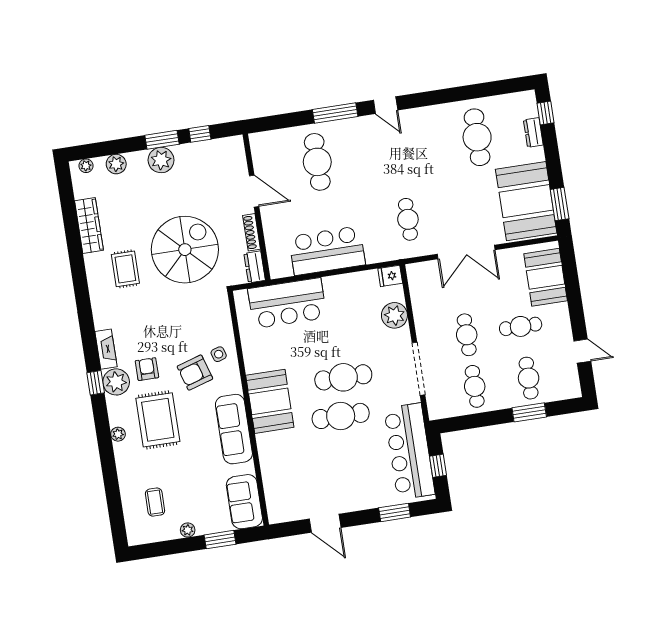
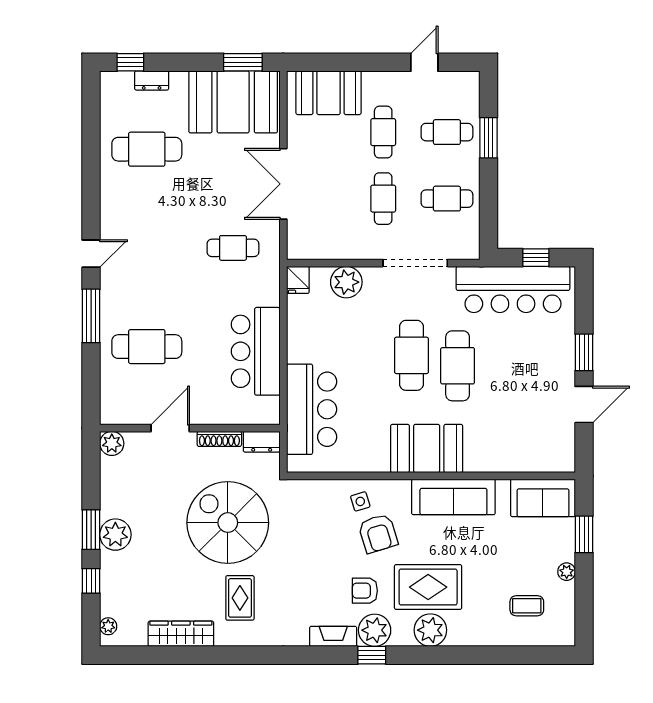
window: (200, 134) -> (91, 581), moved
plant: (116, 164) -> (112, 443), moved
double door: (466, 252) -> (283, 184), swing flipped
rug: (125, 269) -> (240, 598), turned 90
cafe table: (467, 335) -> (383, 199), turned 90
plant: (118, 434) -> (430, 630), width x1.88, depth x1.88
window: (395, 512) -> (584, 352), moved

